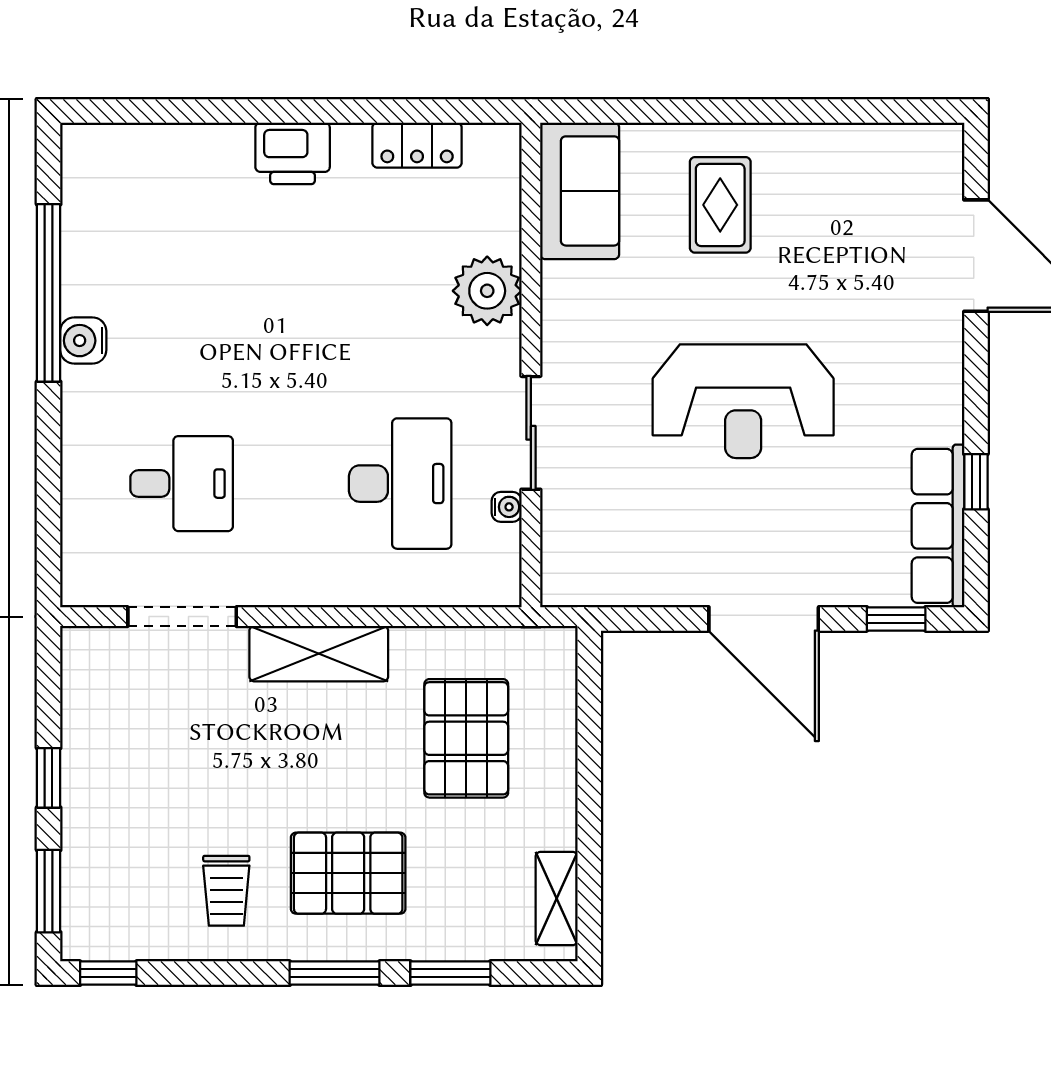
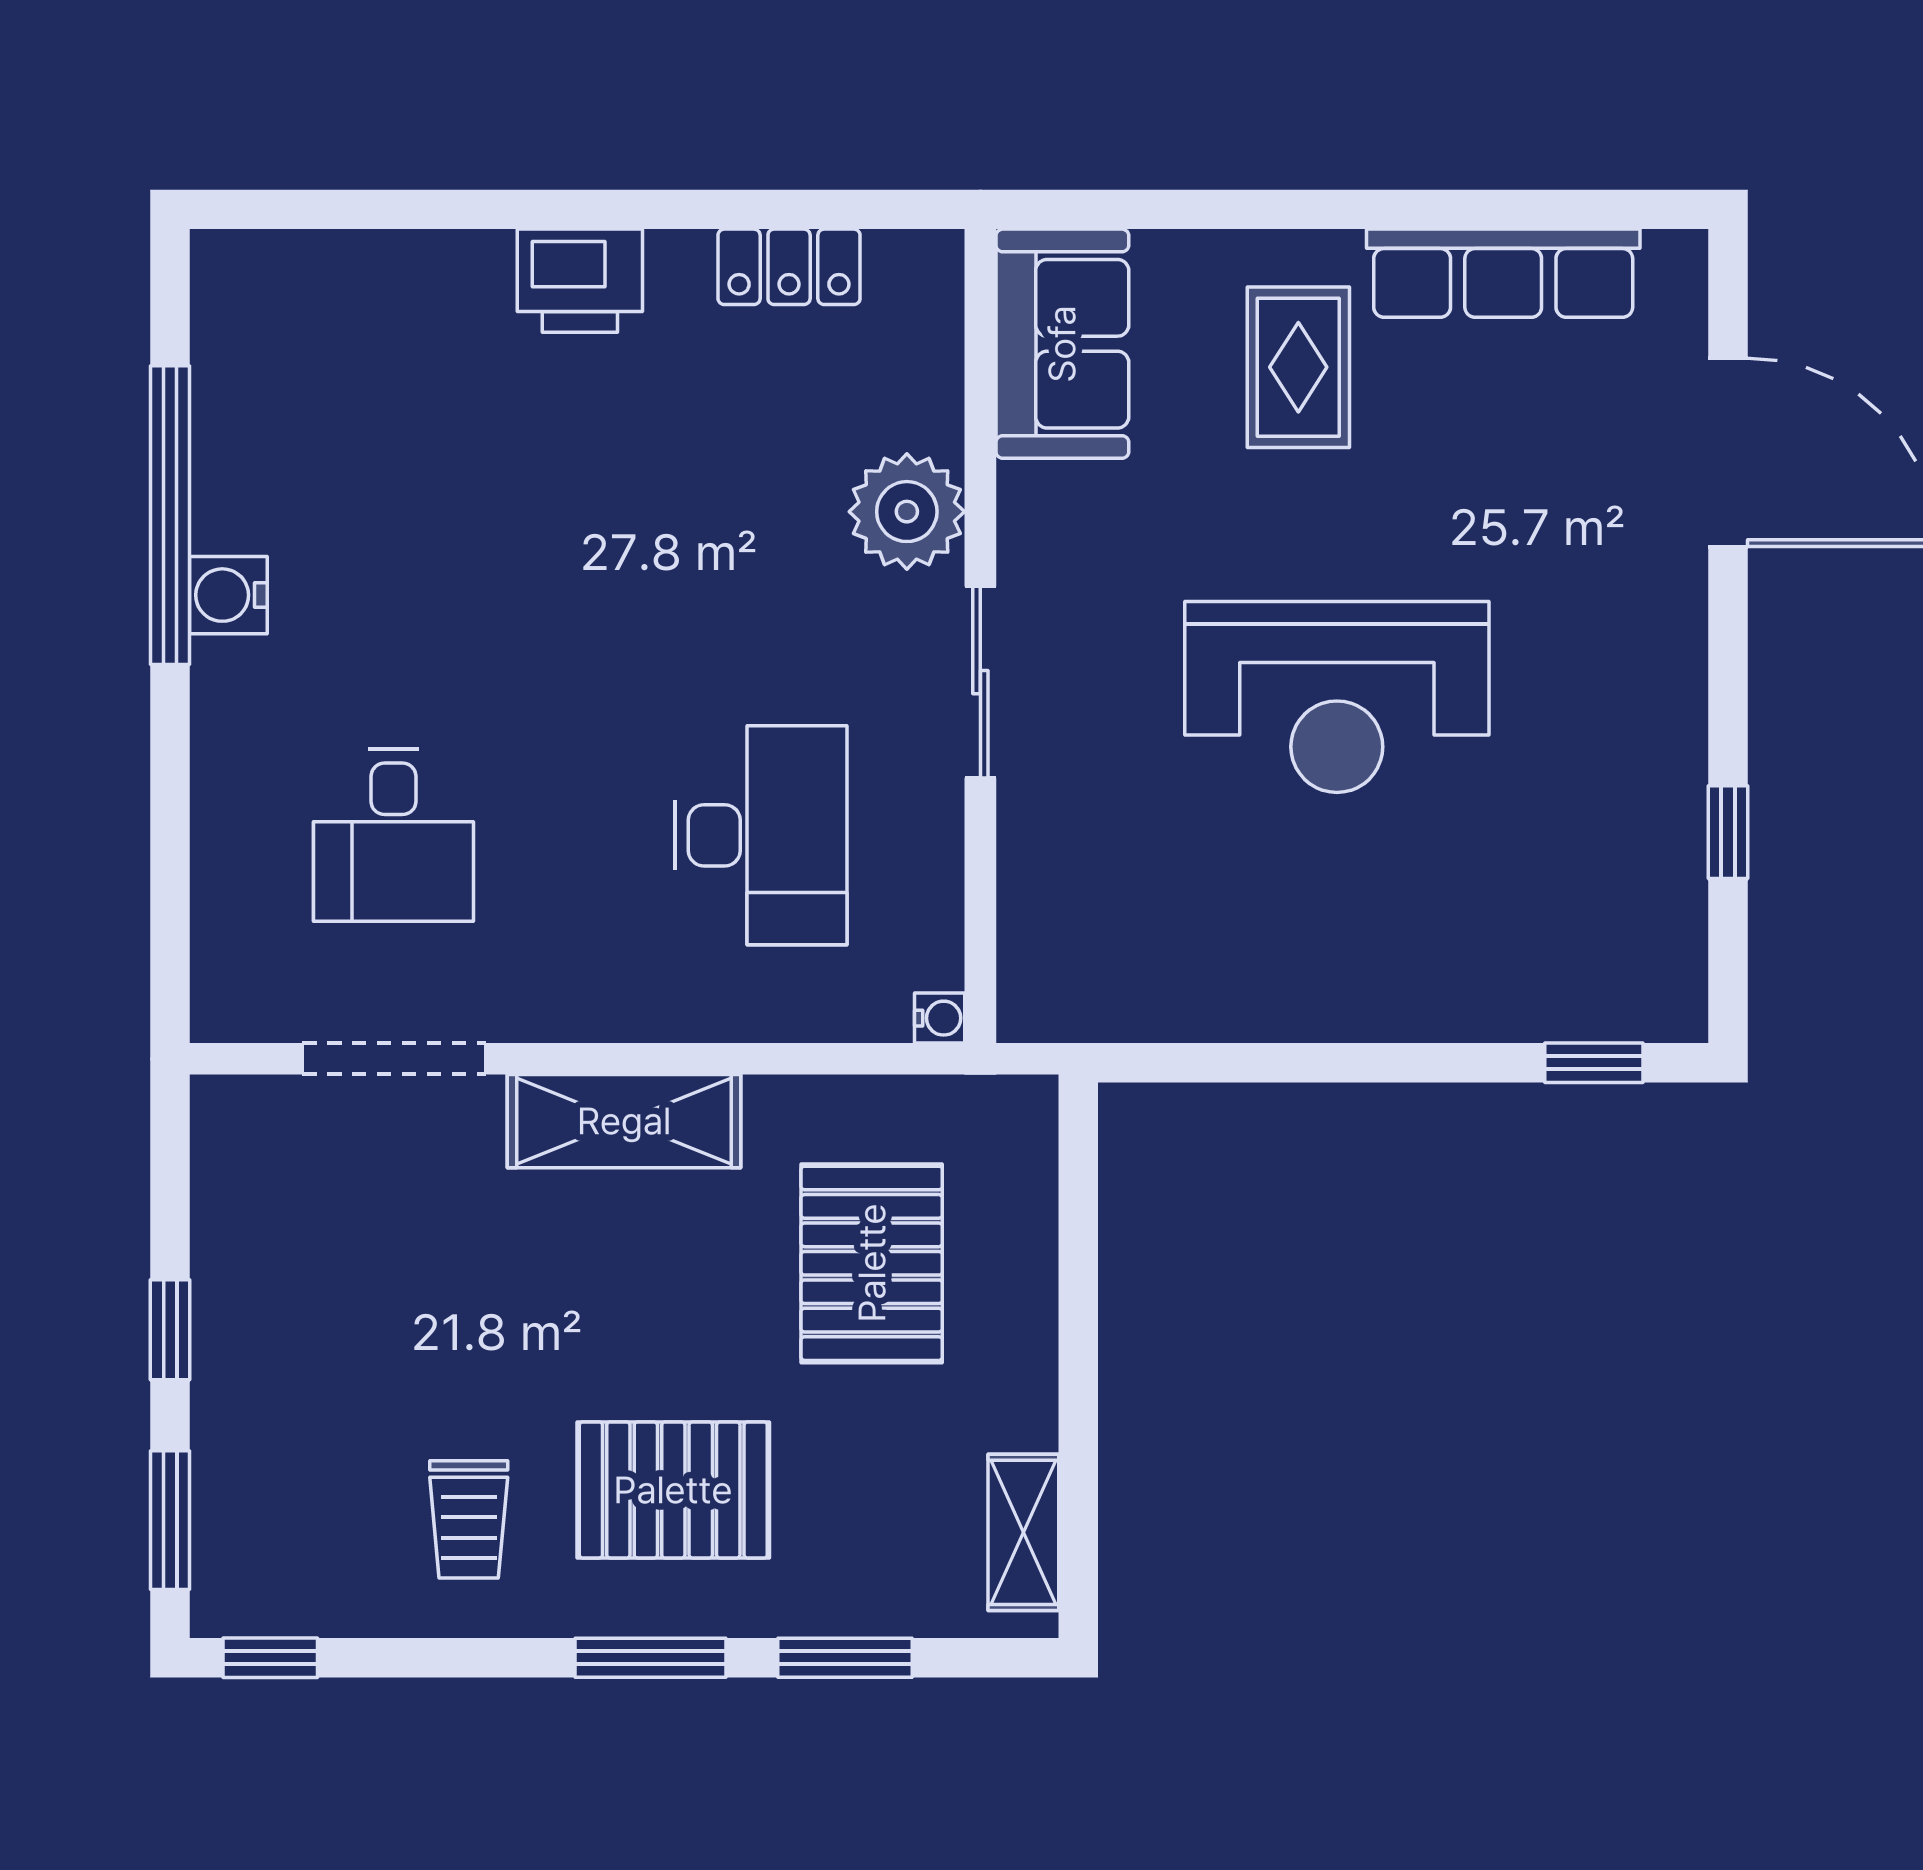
sliding door: (531, 433) -> (980, 682), moved
desk: (182, 484) -> (394, 835), turned 90
water cooler: (507, 507) -> (940, 1018), moved
row of seats: (938, 526) -> (1503, 273), moved, turned -90
door: (764, 619) -> (1371, 1063), removed

